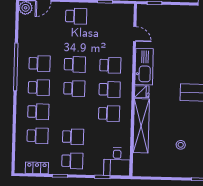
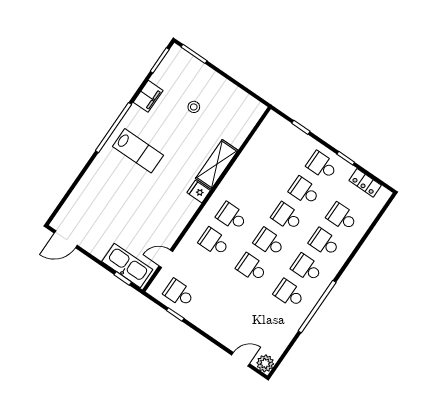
school desk: (76, 16) -> (179, 293), moved
door: (135, 34) -> (166, 259), hinge flipped
kitchen sink: (144, 67) -> (127, 266), moved, turned 90
school desk: (109, 114) -> (287, 217), moved
shelving: (141, 126) -> (217, 164), width x0.68
desk: (117, 162) -> (274, 133), removed

